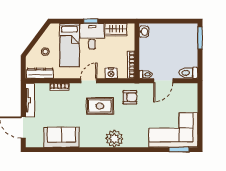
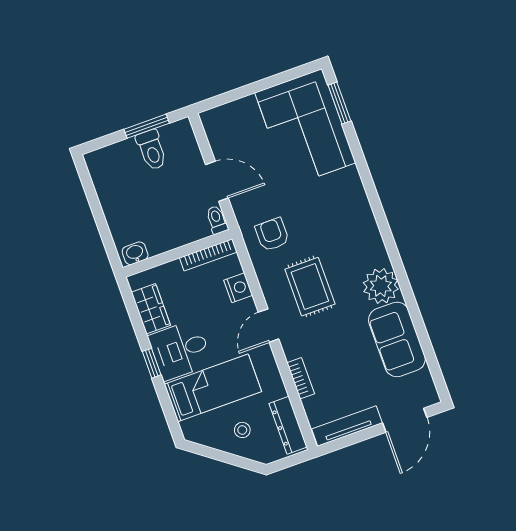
window: (200, 38) -> (147, 126), moved
toilet: (188, 73) -> (152, 150), moved
door: (89, 81) -> (269, 326), hinge flipped
plant: (114, 139) -> (381, 286), moved

